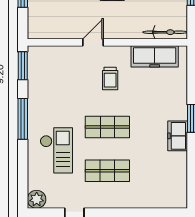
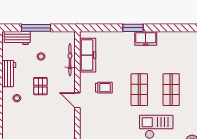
bicycle: (165, 32) -> (70, 60), moved

